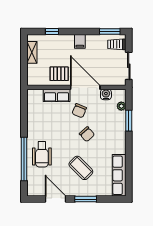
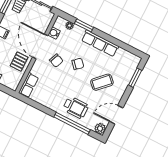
door: (85, 87) -> (40, 46), hinge flipped
row of seats: (57, 95) -> (28, 85), moved
row of seats: (119, 175) -> (100, 43), moved
plant: (33, 190) -> (100, 129), added
window: (86, 199) -> (135, 78), moved

